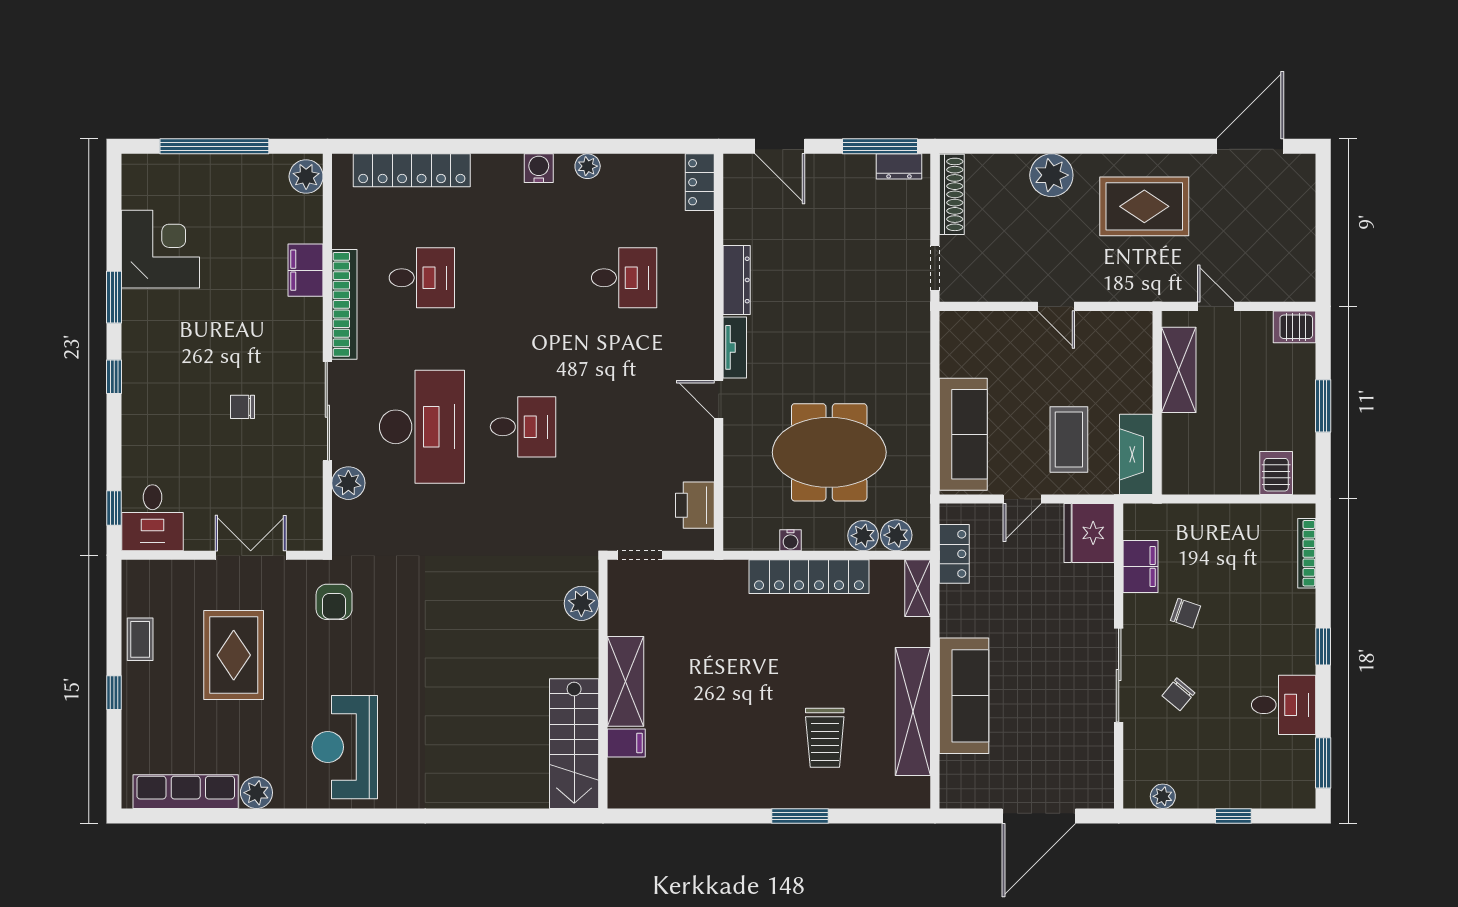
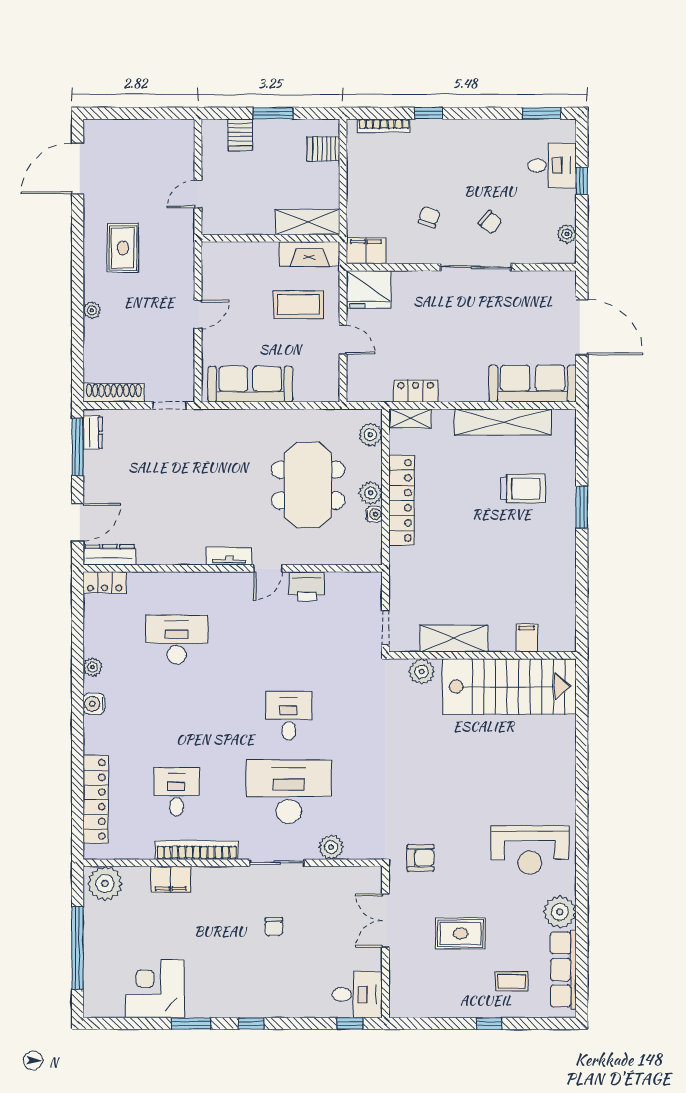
door: (1250, 146) -> (78, 168), hinge flipped
plant: (1051, 175) -> (92, 310), width x0.53, depth x0.53
plant: (306, 176) -> (105, 884), width x1.36, depth x1.36
rug: (1144, 206) -> (123, 248), width x0.73, depth x0.70
desk: (624, 278) -> (177, 639), width x1.37
dresser: (737, 280) -> (110, 555), moved
server rack: (1295, 327) -> (240, 135), moved
shelving: (1179, 370) -> (308, 222), moved
sliding door: (327, 411) -> (277, 863), width x0.73
sofa: (963, 434) -> (250, 384), moved
printer: (695, 505) -> (307, 586), moved
plant: (863, 536) -> (371, 493), moved
locker: (954, 554) -> (416, 391), moved
filing cabinet: (1140, 566) -> (366, 251), moved
coffee table: (140, 639) -> (512, 981), moved
window: (1323, 647) -> (428, 113), moved
rug: (234, 655) -> (461, 933), width x0.73, depth x0.70
shelving: (625, 681) -> (454, 638), moved
sofa: (964, 696) -> (533, 384), moved
desk: (1284, 705) -> (552, 166), moved, turned 90
stairs: (574, 744) -> (509, 687), width x1.36, depth x1.51
plant: (256, 793) -> (560, 912), width x1.36, depth x1.36

